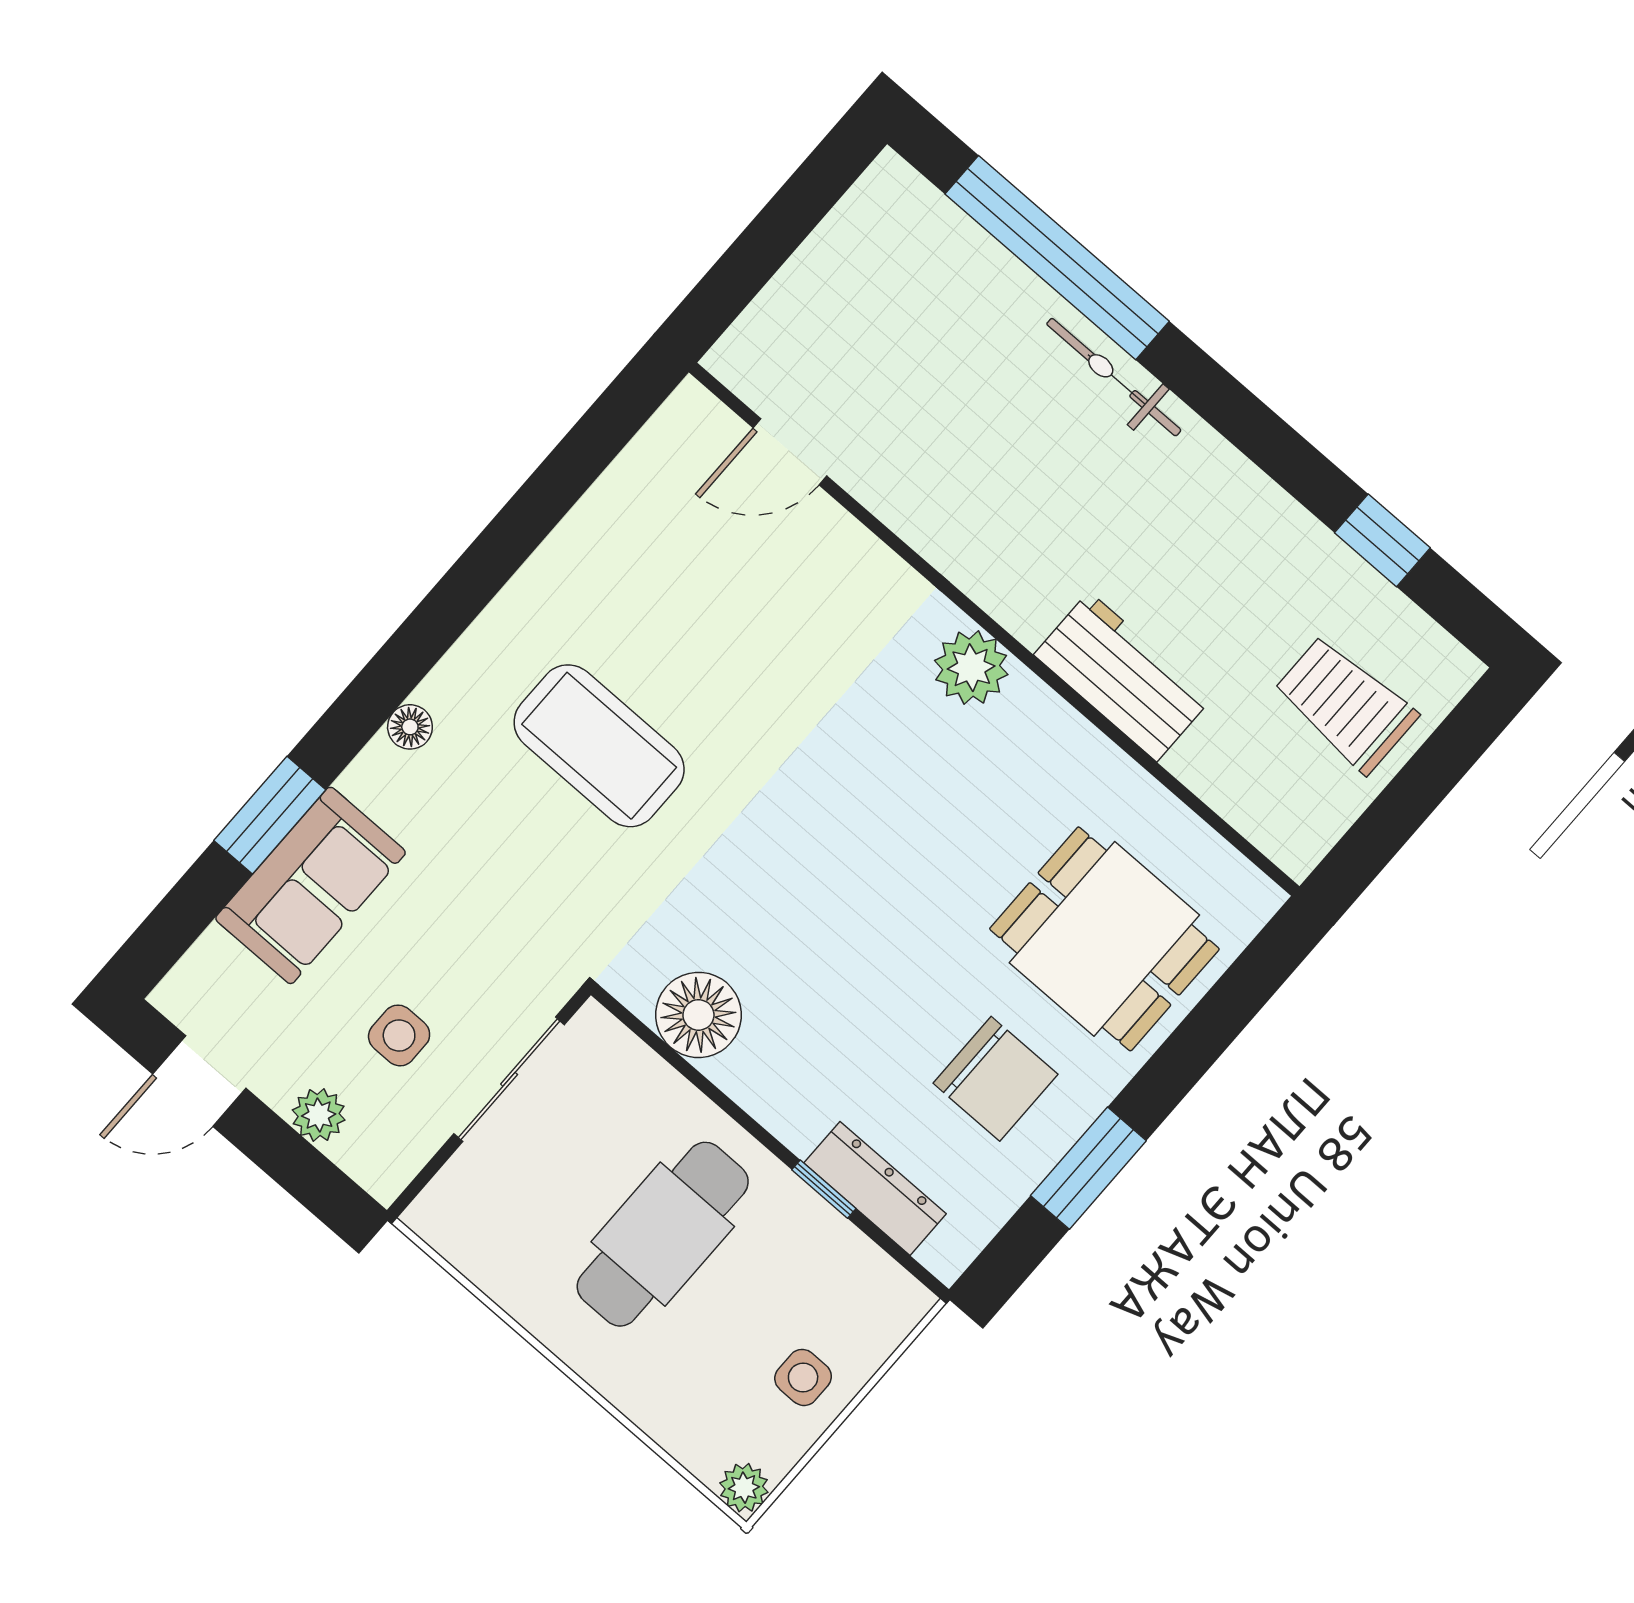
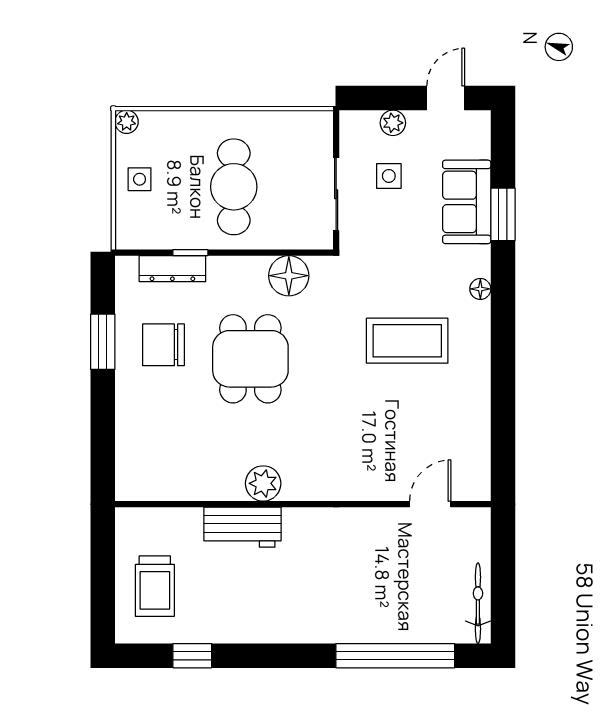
bicycle: (1114, 377) -> (478, 603), moved, turned -90
plant: (971, 668) -> (263, 483), moved
trolley: (1345, 704) -> (155, 586), turned 90
dining table: (1104, 939) -> (250, 359), moved, turned 90

